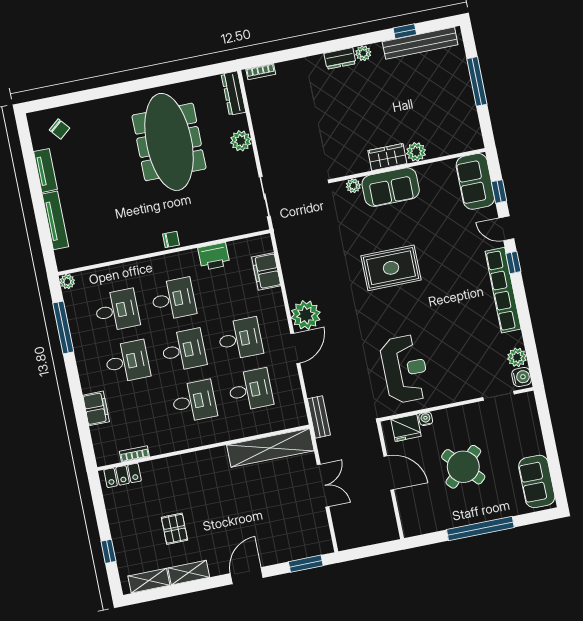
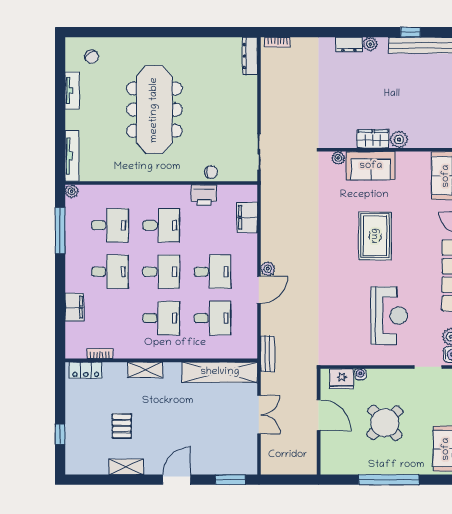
plant: (241, 141) -> (248, 99), removed
meeting table: (169, 142) -> (154, 110), moved
tv unit: (55, 220) -> (72, 156), moved
chair: (171, 239) -> (211, 172), moved
rug: (391, 268) -> (375, 236), moved, turned 90
plant: (306, 315) -> (268, 269), width x0.53, depth x0.53
reception desk: (405, 369) -> (389, 316), moved
shelving: (149, 581) -> (145, 370), moved

